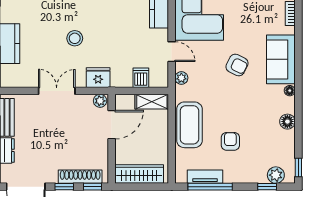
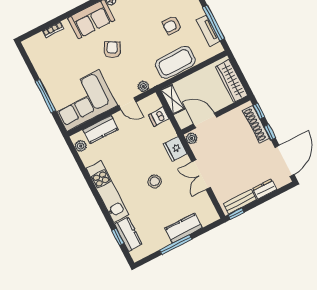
door: (172, 52) -> (127, 104), swing flipped

